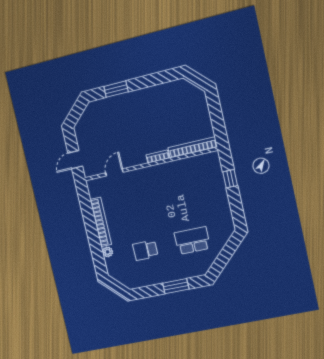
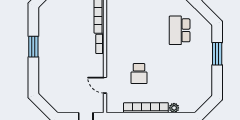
window: (116, 89) -> (33, 47), moved
school desk: (145, 250) -> (139, 74), moved

